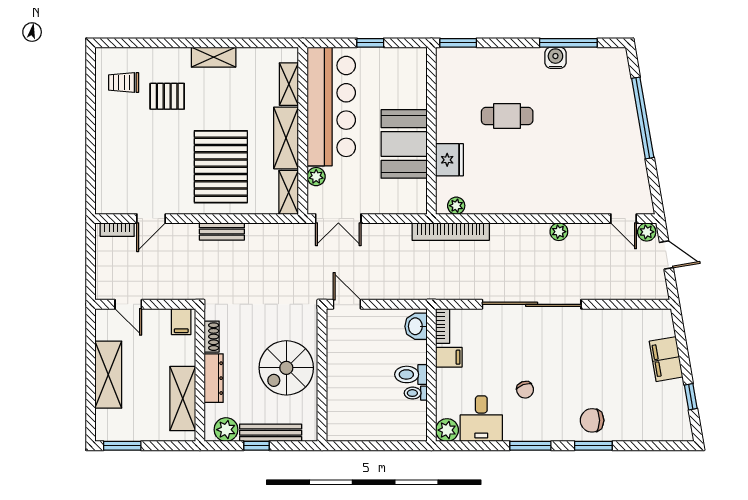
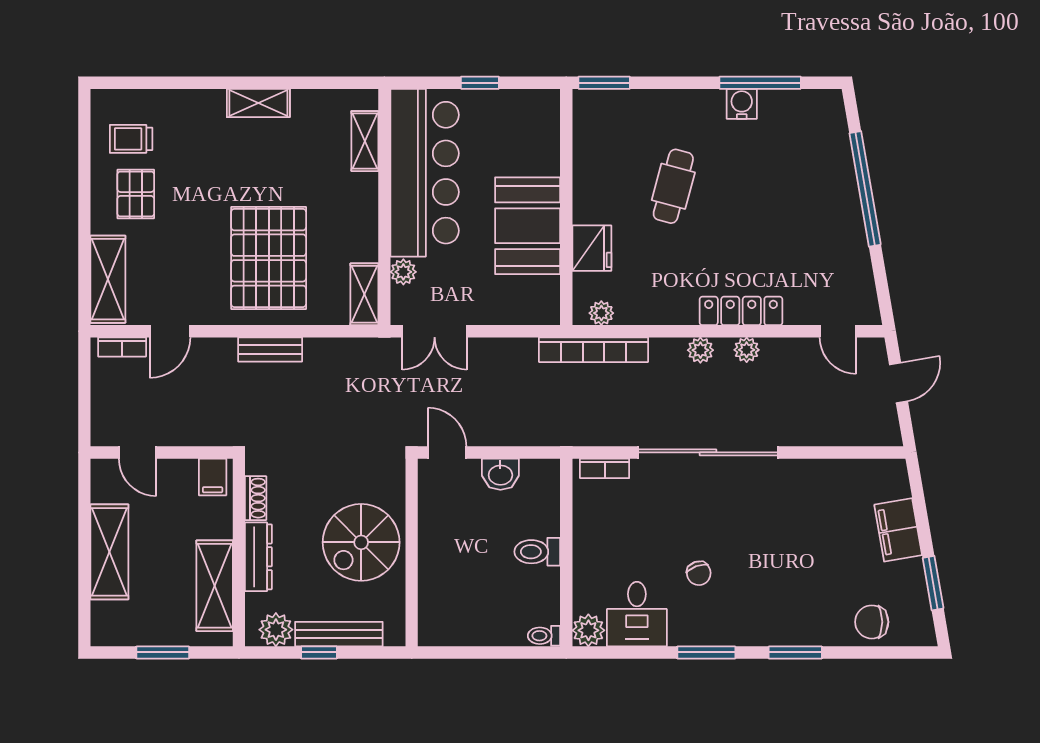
pallet: (167, 96) -> (136, 194), moved, turned 90
cafe table: (507, 116) -> (673, 186), turned -75
shelving: (286, 138) -> (108, 279), moved
locker: (555, 204) -> (741, 311), added
plant: (647, 232) -> (700, 350), moved
door: (666, 255) -> (899, 383), hinge flipped
washbasin: (416, 326) -> (500, 474), moved, turned -90
bookcase: (443, 326) -> (605, 468), moved, turned 90
filing cabinet: (449, 357) -> (591, 527), removed
toilet: (416, 393) -> (544, 636), moved
window: (691, 397) -> (933, 583), width x1.50
chair: (592, 420) -> (872, 622), moved
window: (122, 446) -> (163, 652), moved

